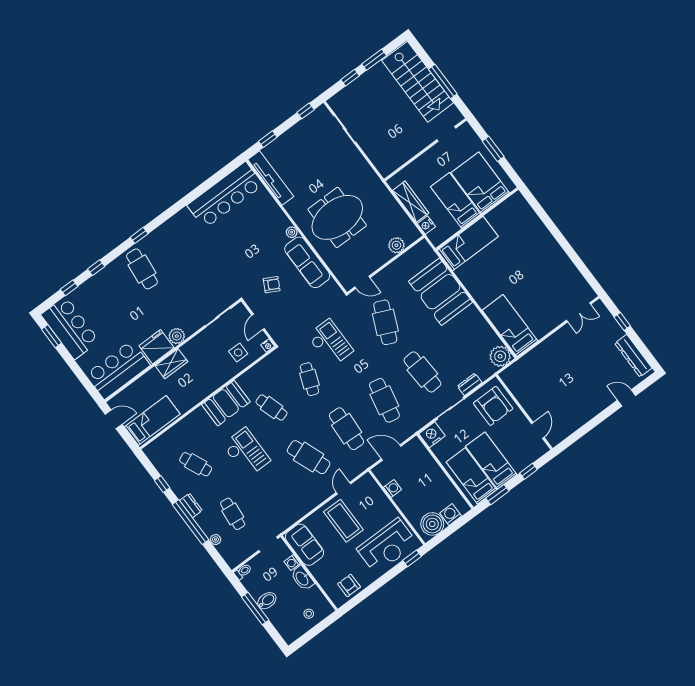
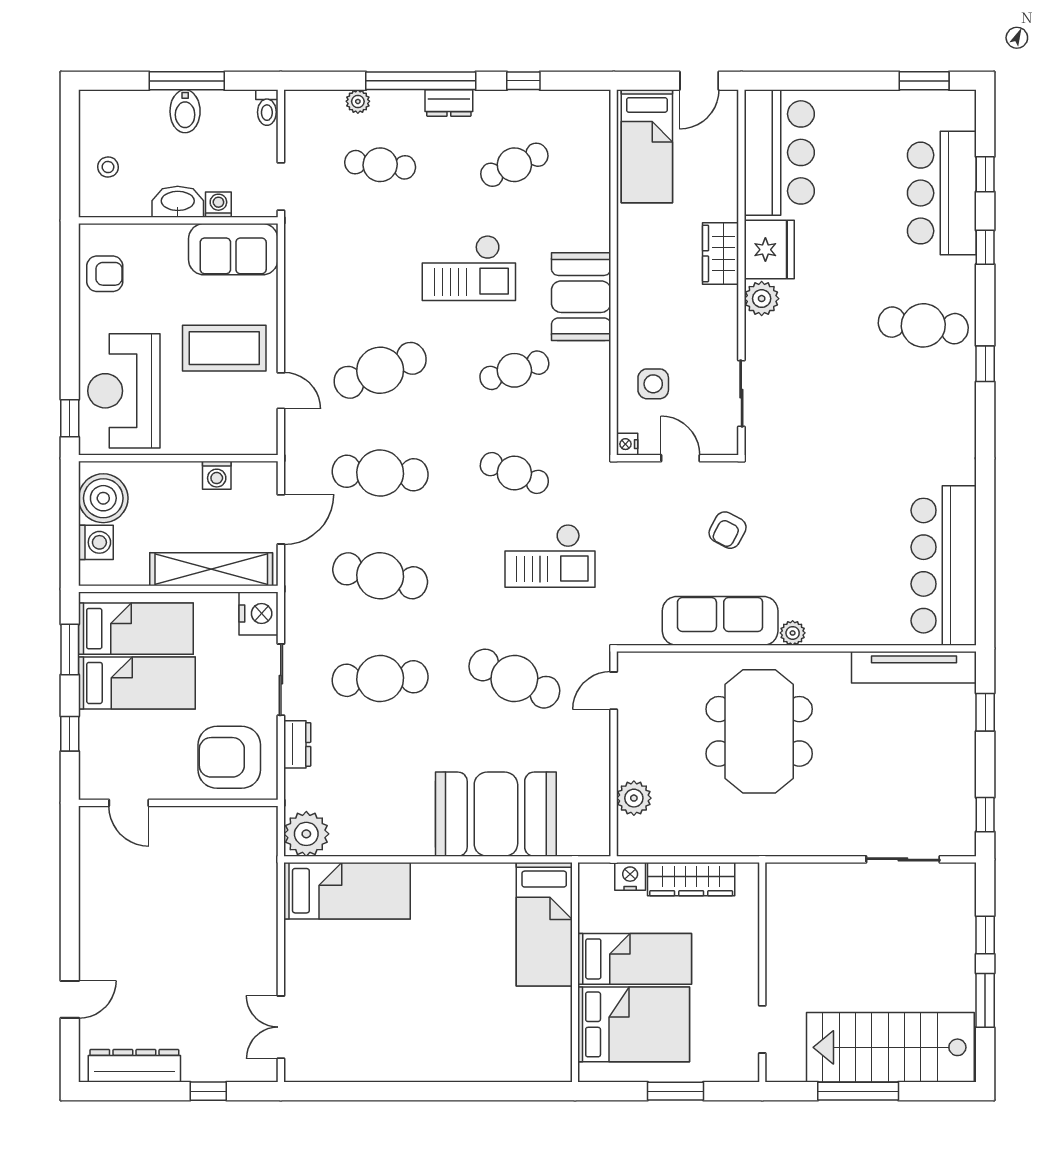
bar counter: (70, 328) -> (942, 193), moved, turned 90
shelving: (429, 464) -> (211, 569), added

